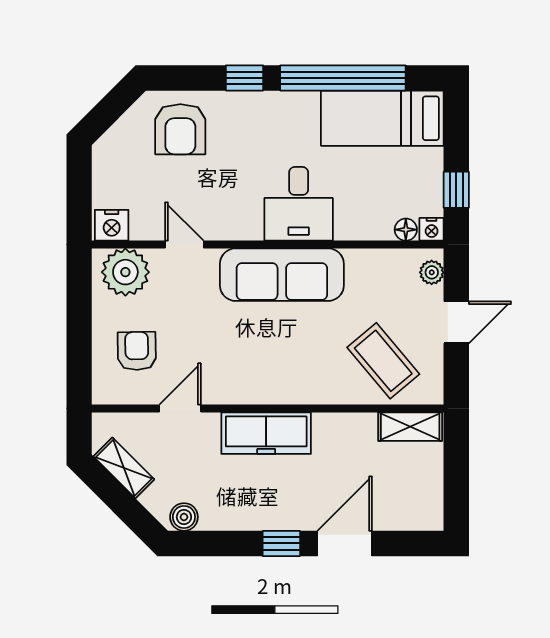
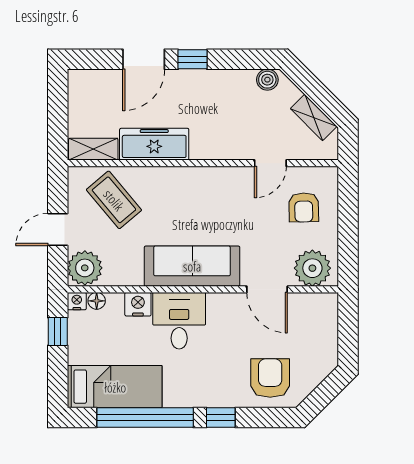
nightstand: (112, 225) -> (138, 304), moved
door: (184, 245) -> (267, 289), width x1.38
plant: (432, 272) -> (85, 268), width x1.88, depth x1.88
freezer: (266, 433) -> (154, 144), moved

